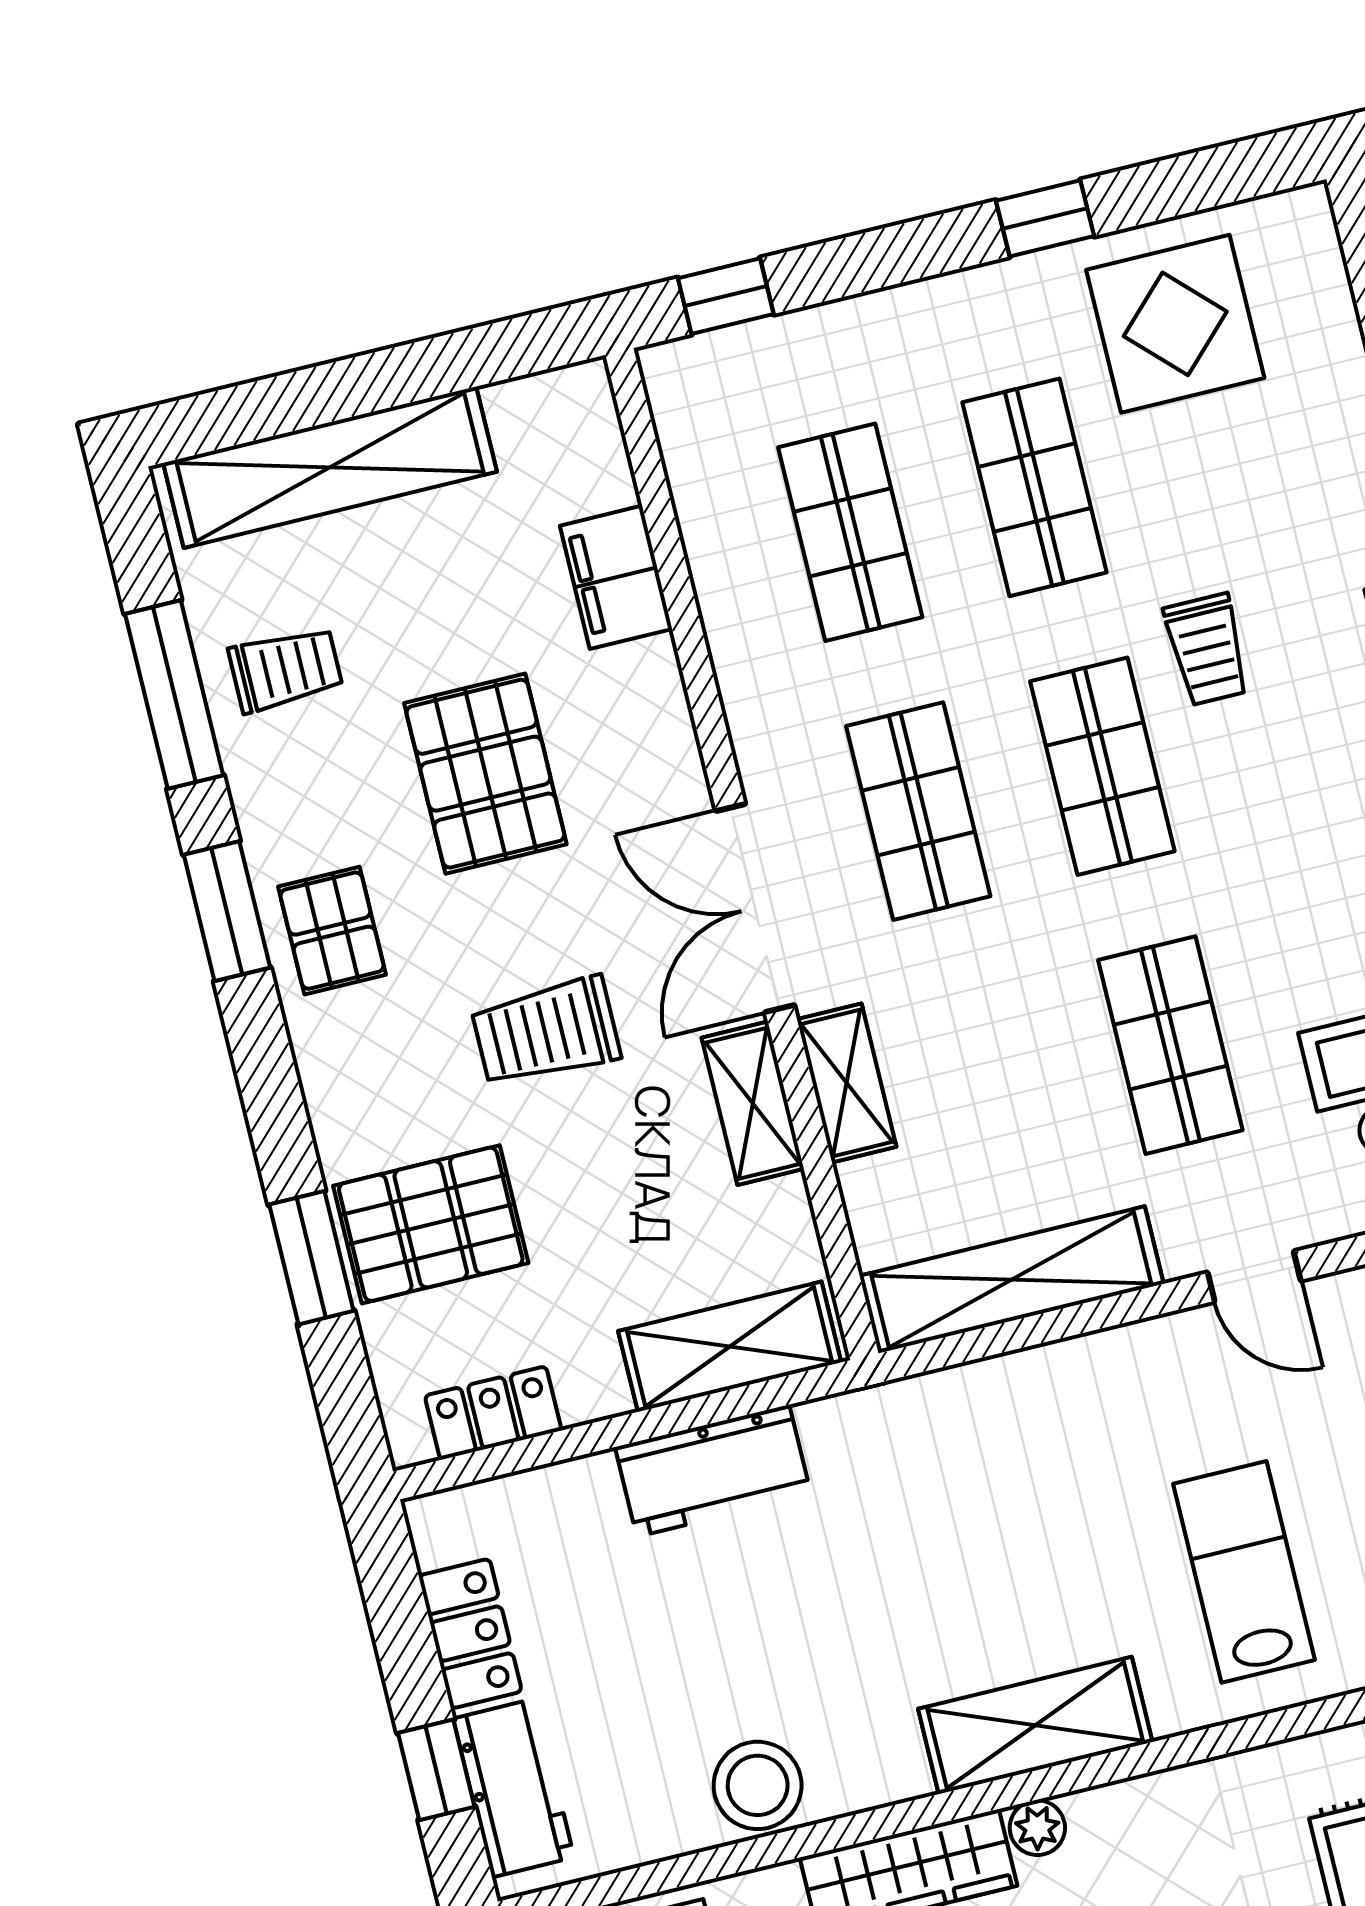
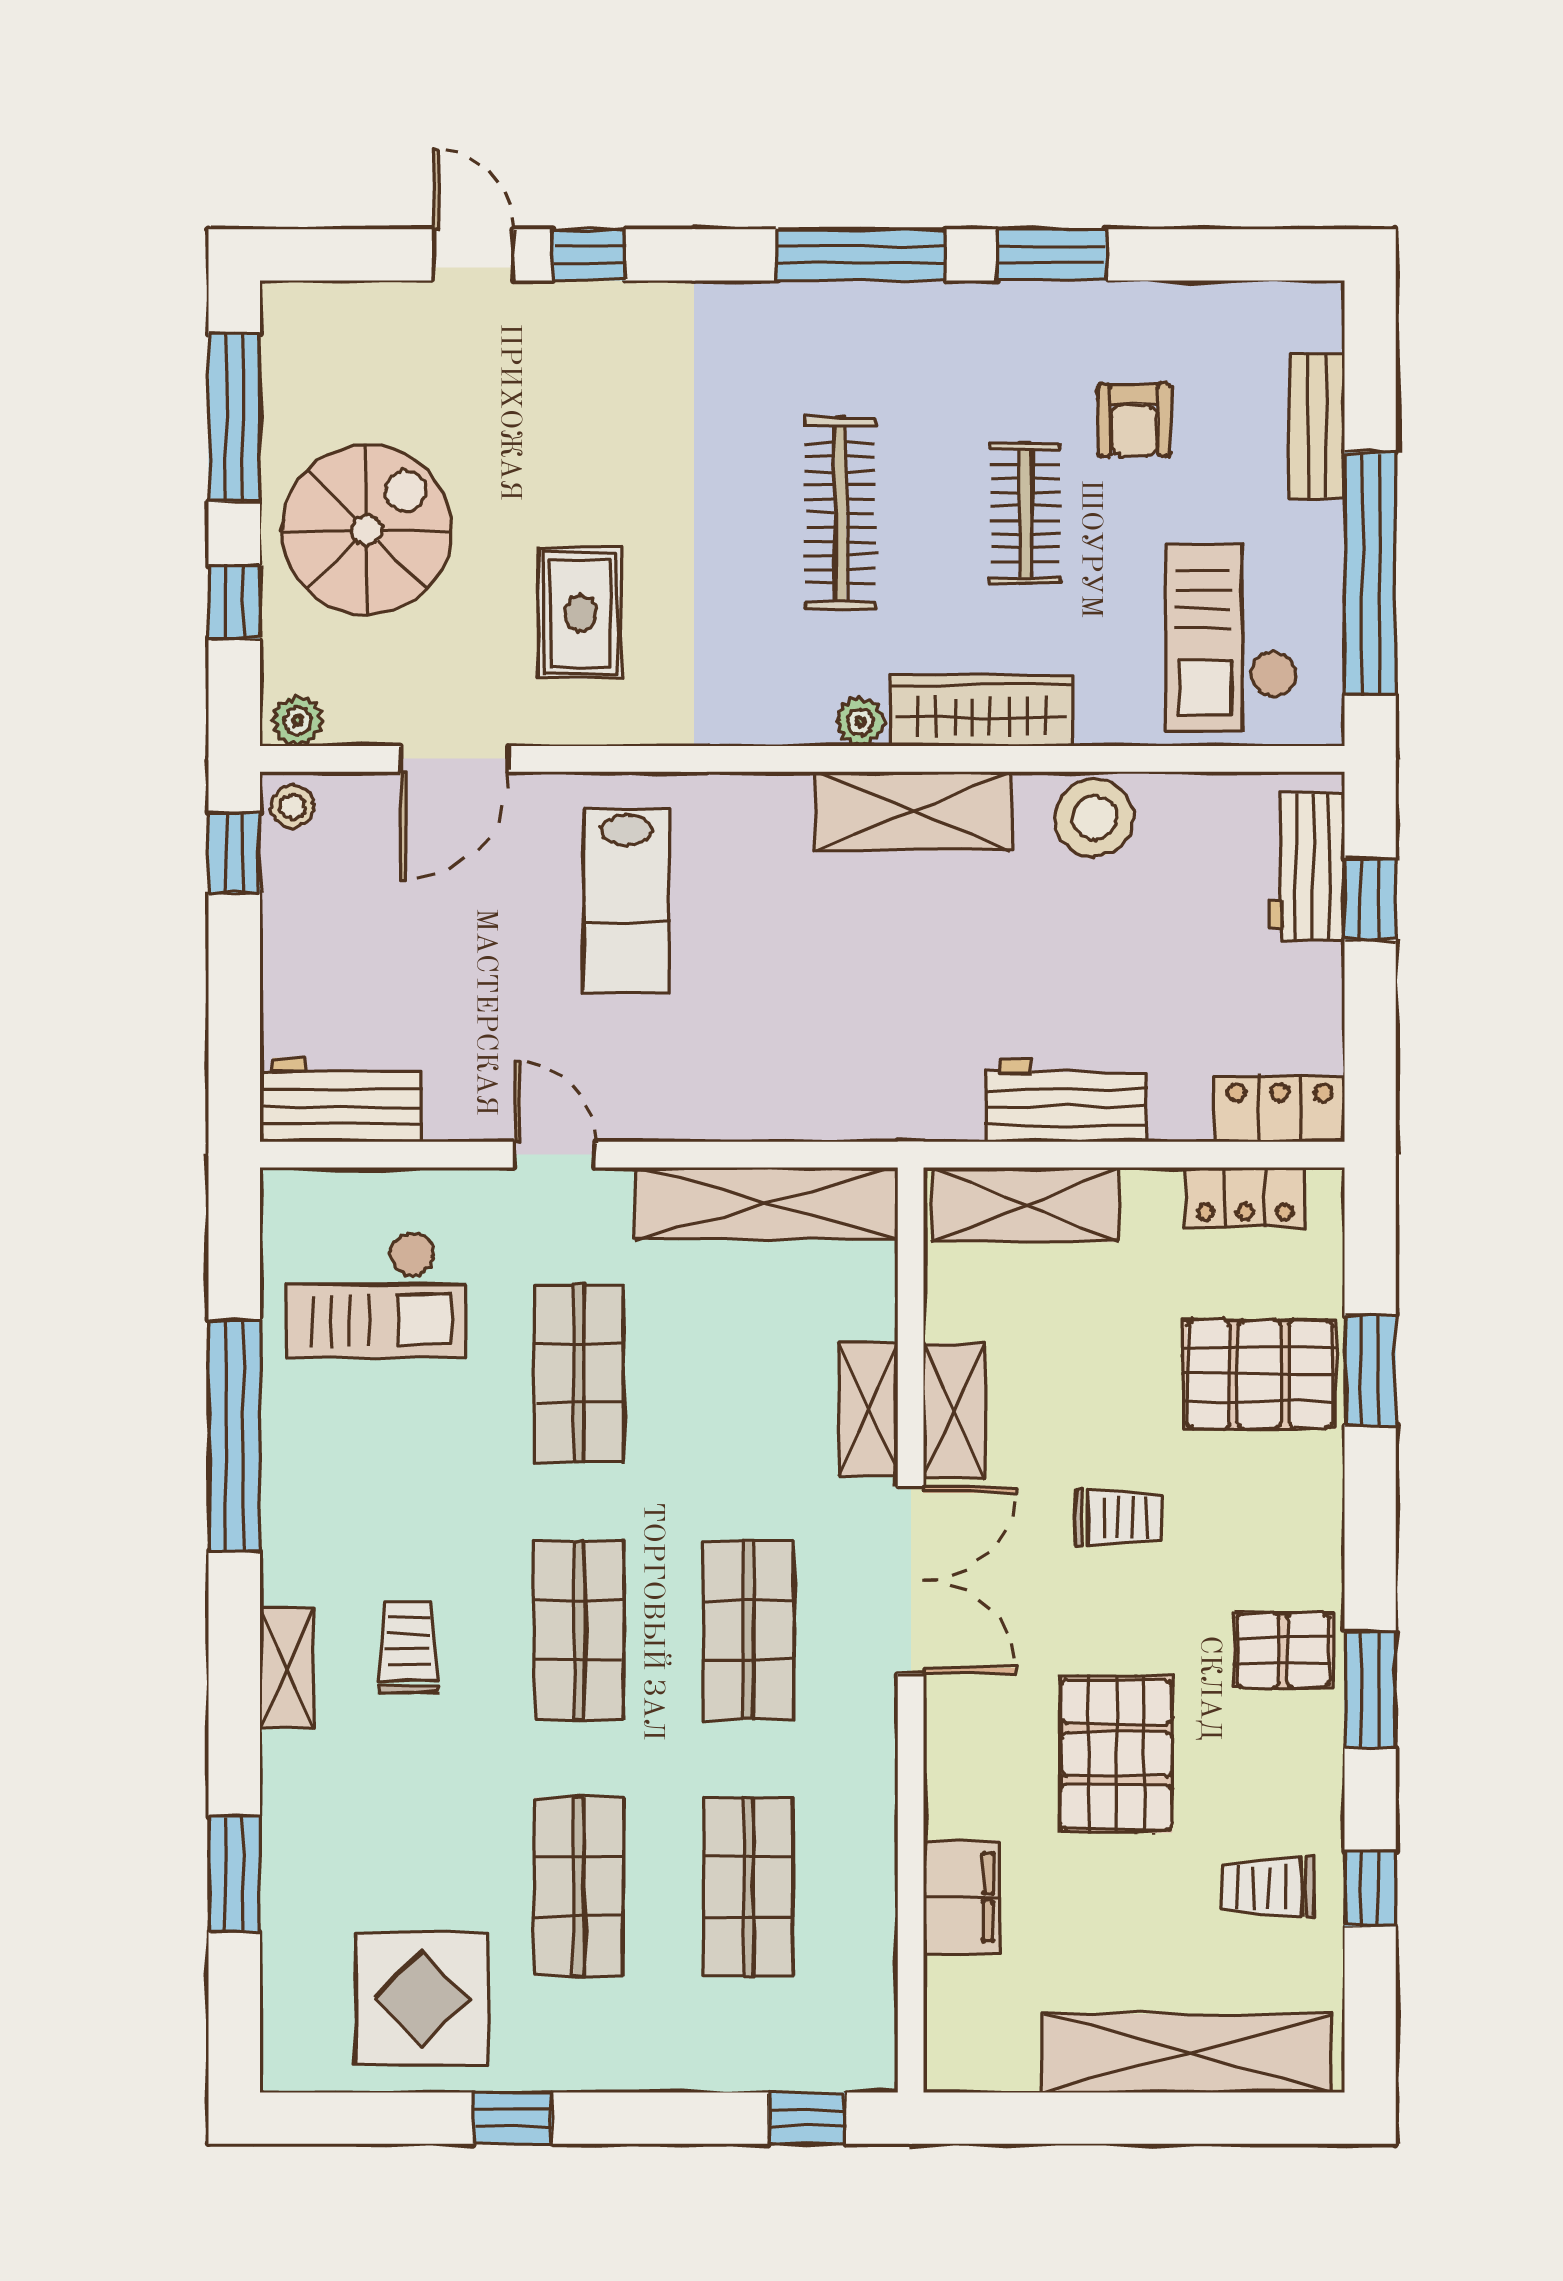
trolley: (1207, 649) -> (408, 1648), moved
window: (174, 695) -> (1370, 1889), width x0.46
pallet: (332, 931) -> (1283, 1650), turned 90
trolley: (546, 1032) -> (1119, 1517), width x0.73, depth x0.72
locker: (470, 1634) -> (1280, 1109), moved, turned 90
shelving: (1035, 1725) -> (913, 811), moved

